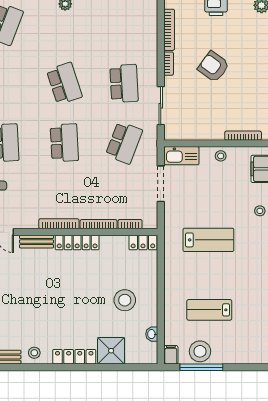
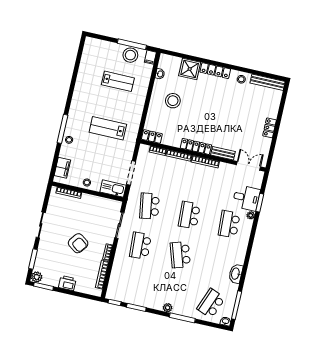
school desk: (124, 143) -> (149, 206), turned -30

